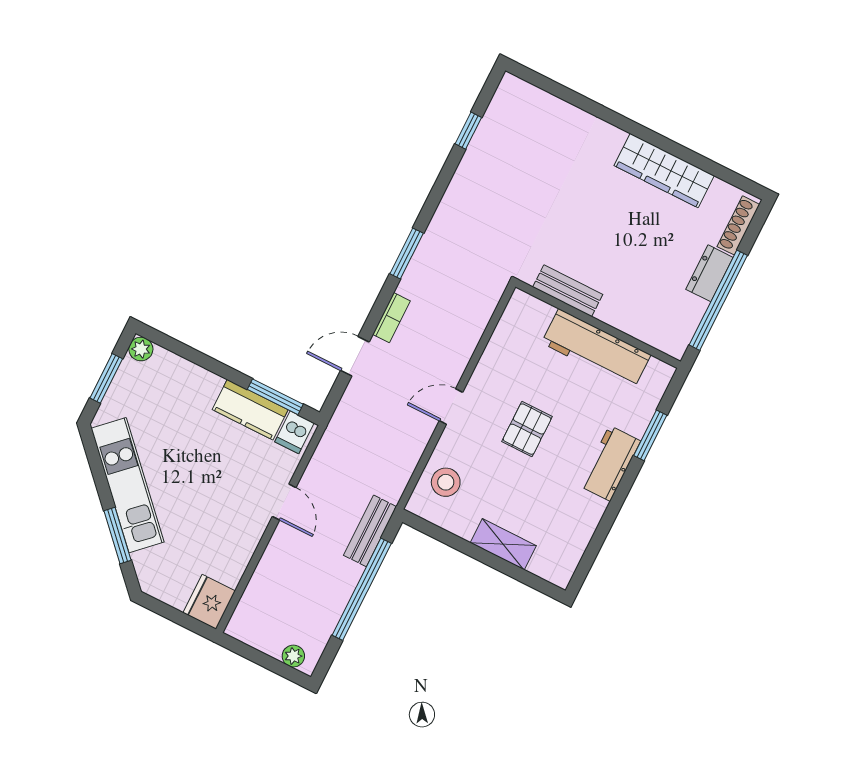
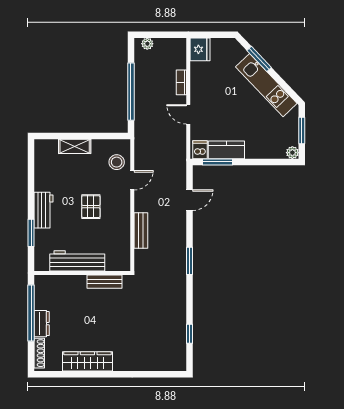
bookcase: (391, 318) -> (181, 82), moved
door: (451, 407) -> (132, 180), moved
bench: (370, 531) -> (141, 231), moved

